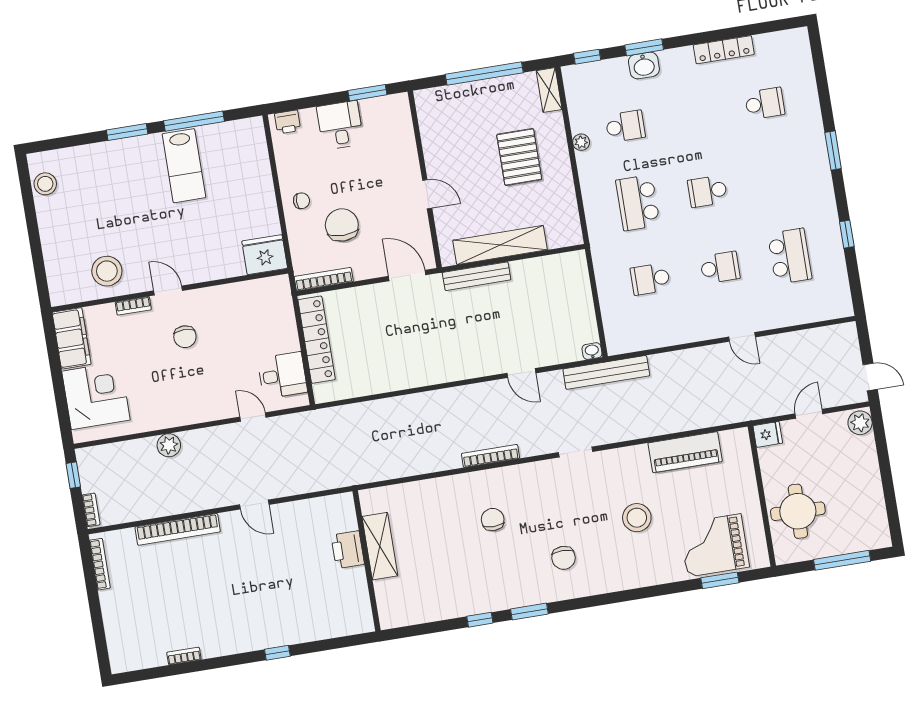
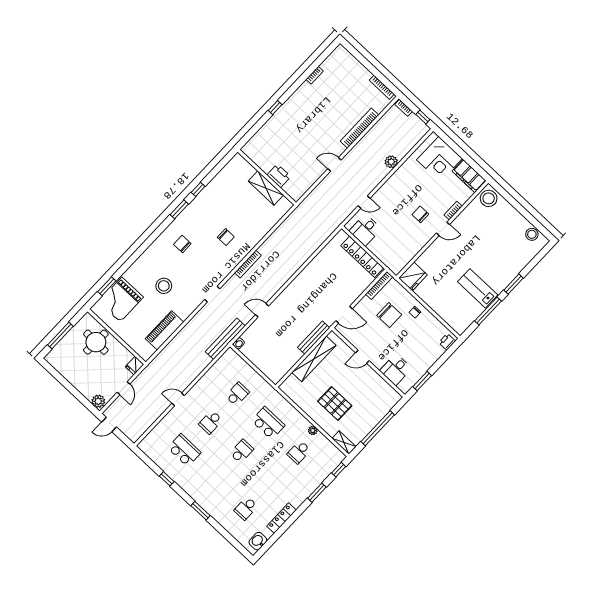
washbasin: (644, 65) -> (258, 541), moved
desk: (340, 125) -> (396, 369), moved, turned 90
school desk: (790, 256) -> (184, 450), turned 180
stool: (107, 271) -> (489, 198), moved
grand piano: (714, 545) -> (121, 300), turned 180

